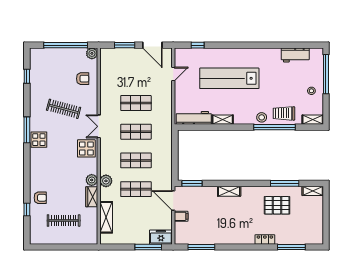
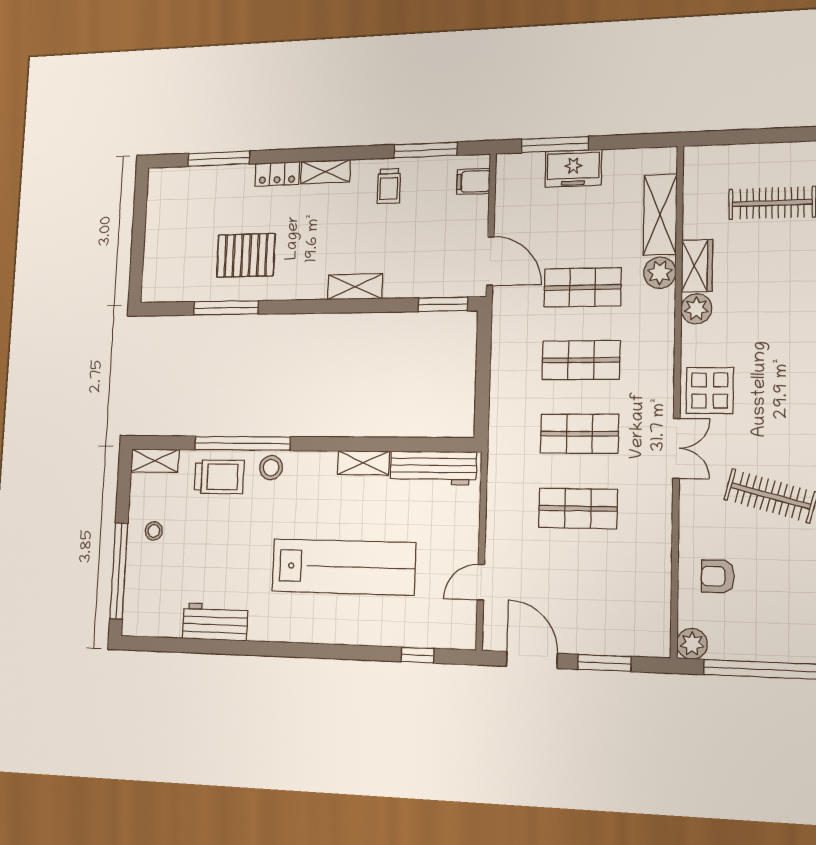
workbench: (295, 55) -> (215, 622), moved
plant: (106, 181) -> (660, 273), moved
shelving: (313, 191) -> (325, 172), moved
filing cabinet: (181, 216) -> (473, 181), moved
trolley: (216, 233) -> (389, 186), added
freezer: (161, 237) -> (573, 168), moved

